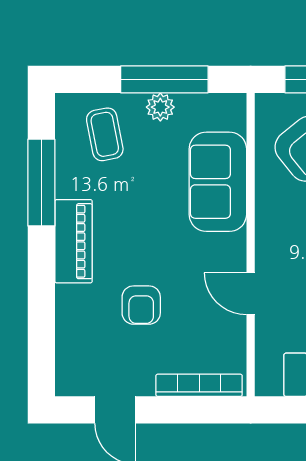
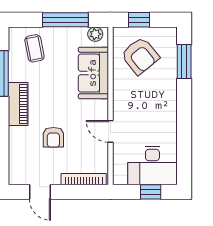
plant: (160, 107) -> (95, 34), moved

